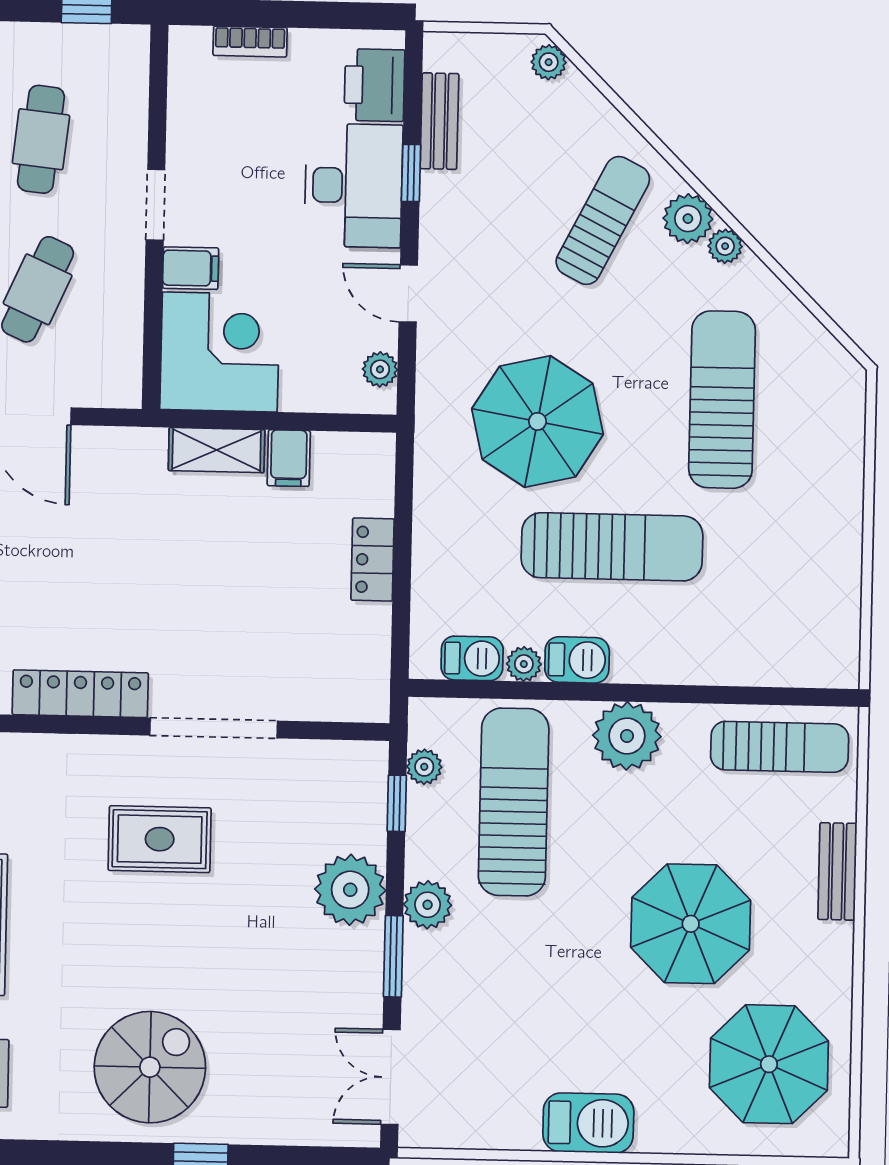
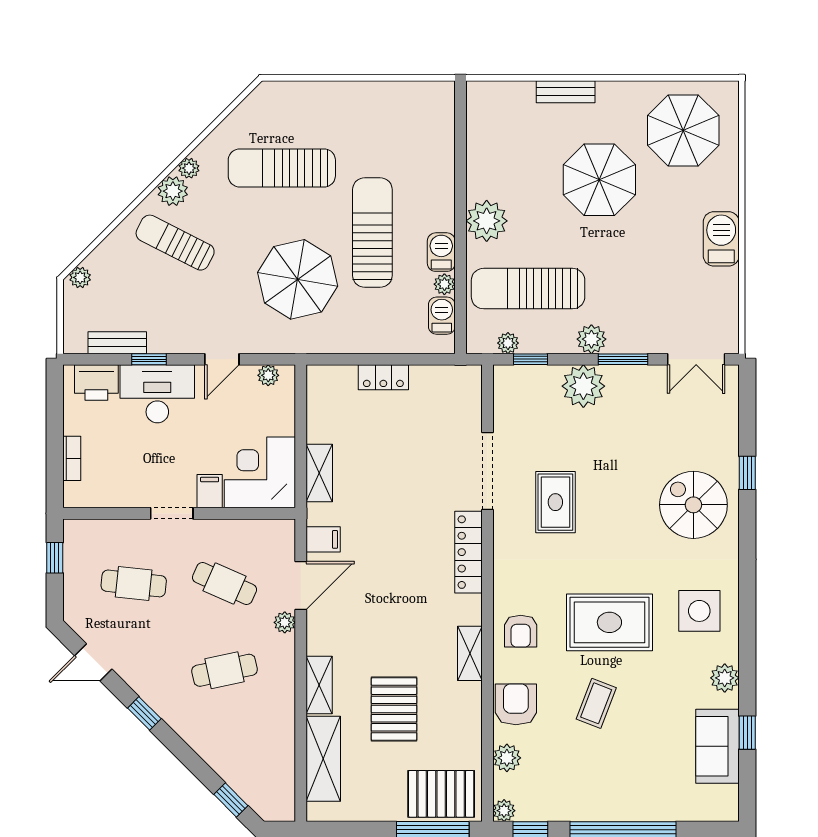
filing cabinet: (289, 458) -> (323, 539), moved
sun lounger: (780, 747) -> (491, 128), removed

